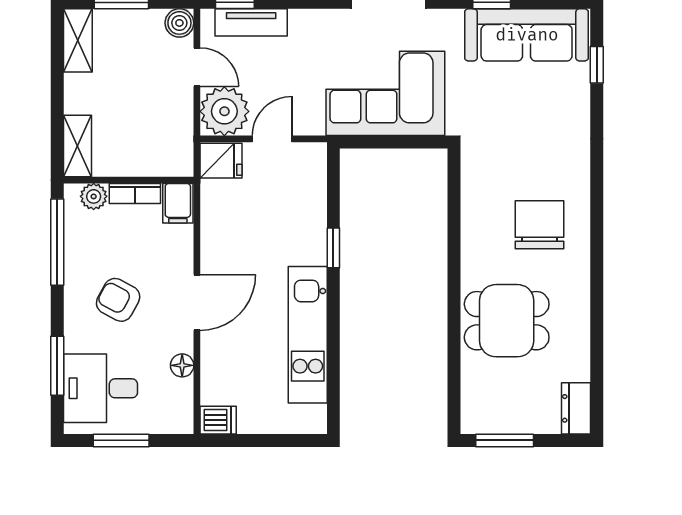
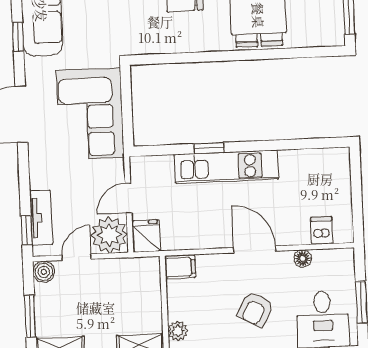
door: (272, 139) -> (128, 198), hinge flipped
bookcase: (135, 193) -> (174, 300), removed
kitchen unit: (308, 335) -> (226, 167), moved
dishwasher: (218, 420) -> (322, 230), moved

